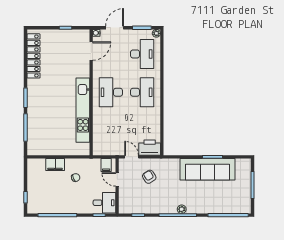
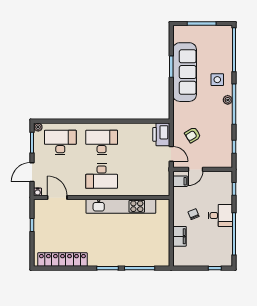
door: (115, 28) -> (32, 172), hinge flipped
door: (132, 157) -> (171, 154), swing flipped
side table: (200, 200) -> (217, 80), added
desk: (104, 203) -> (220, 215), moved, turned 90

